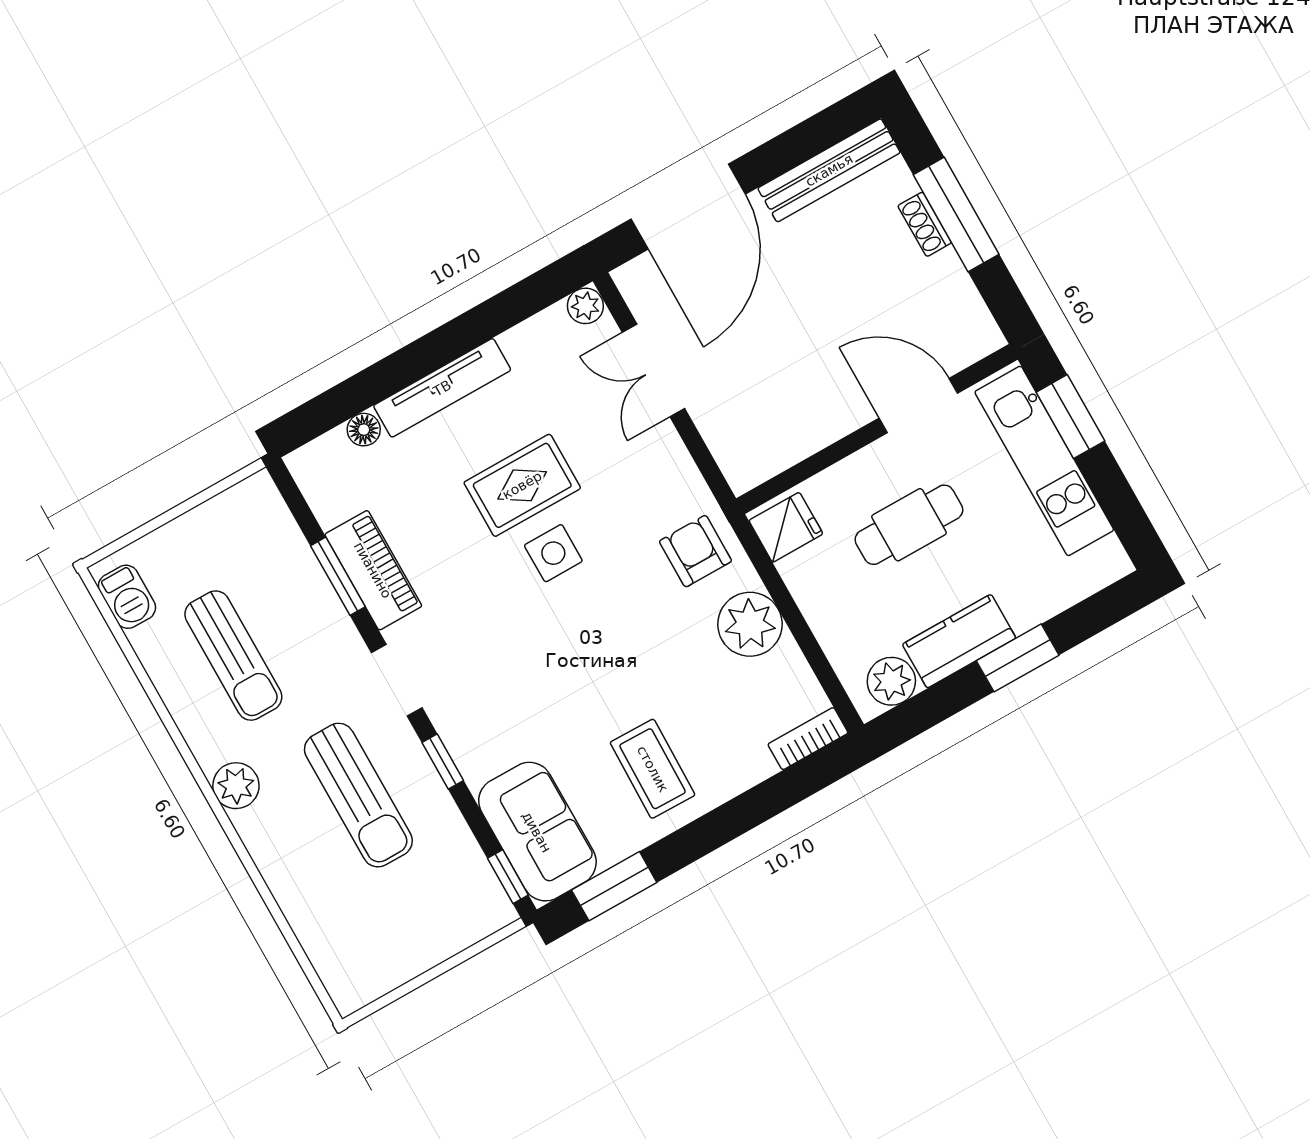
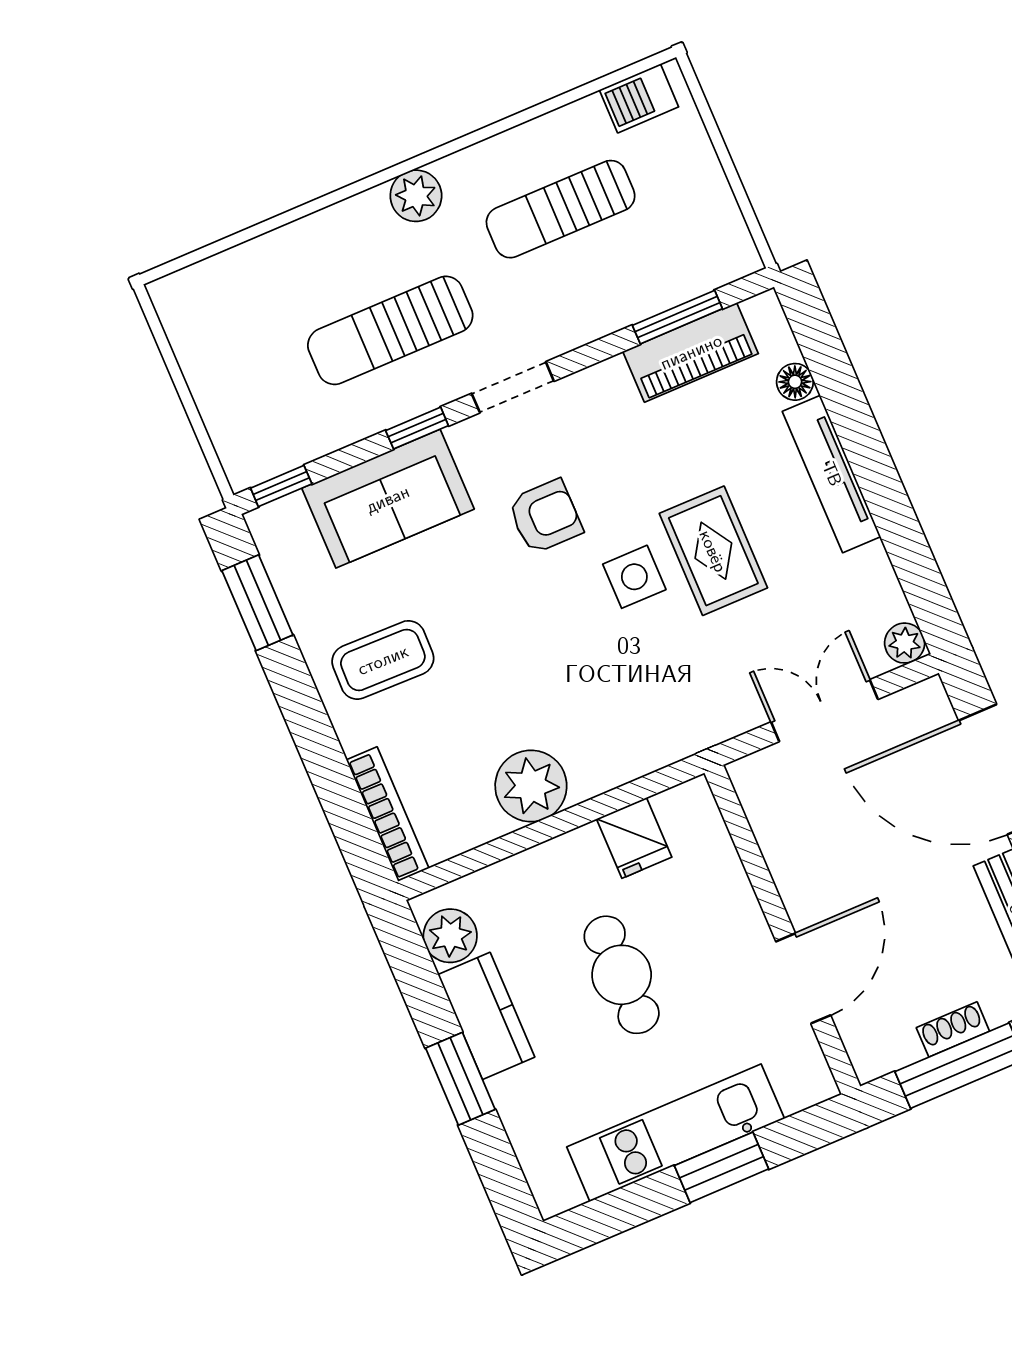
door: (918, 406) -> (803, 978), moved
wall: (877, 429) -> (782, 930), moved
armchair: (695, 551) -> (545, 517), moved
piano: (373, 570) -> (691, 352), moved
window: (338, 576) -> (677, 317), moved
bookcase: (808, 739) -> (388, 814), width x1.56
sofa: (537, 832) -> (388, 499), moved

